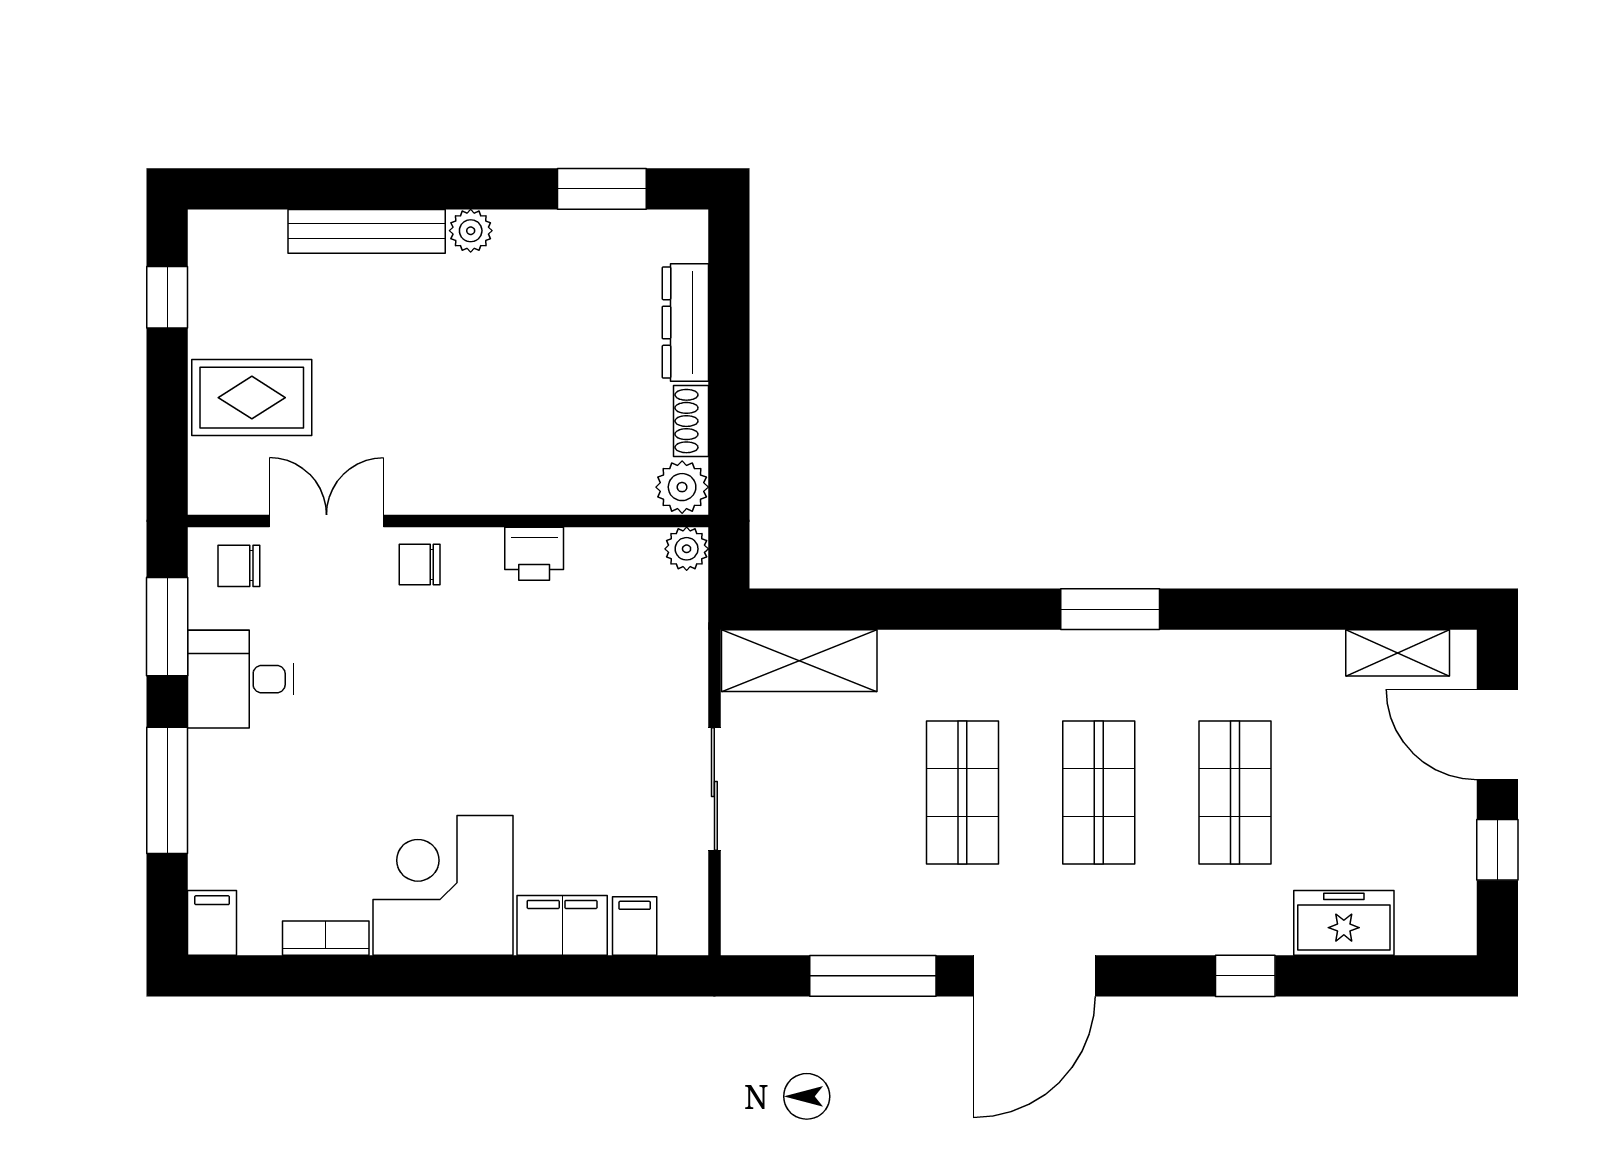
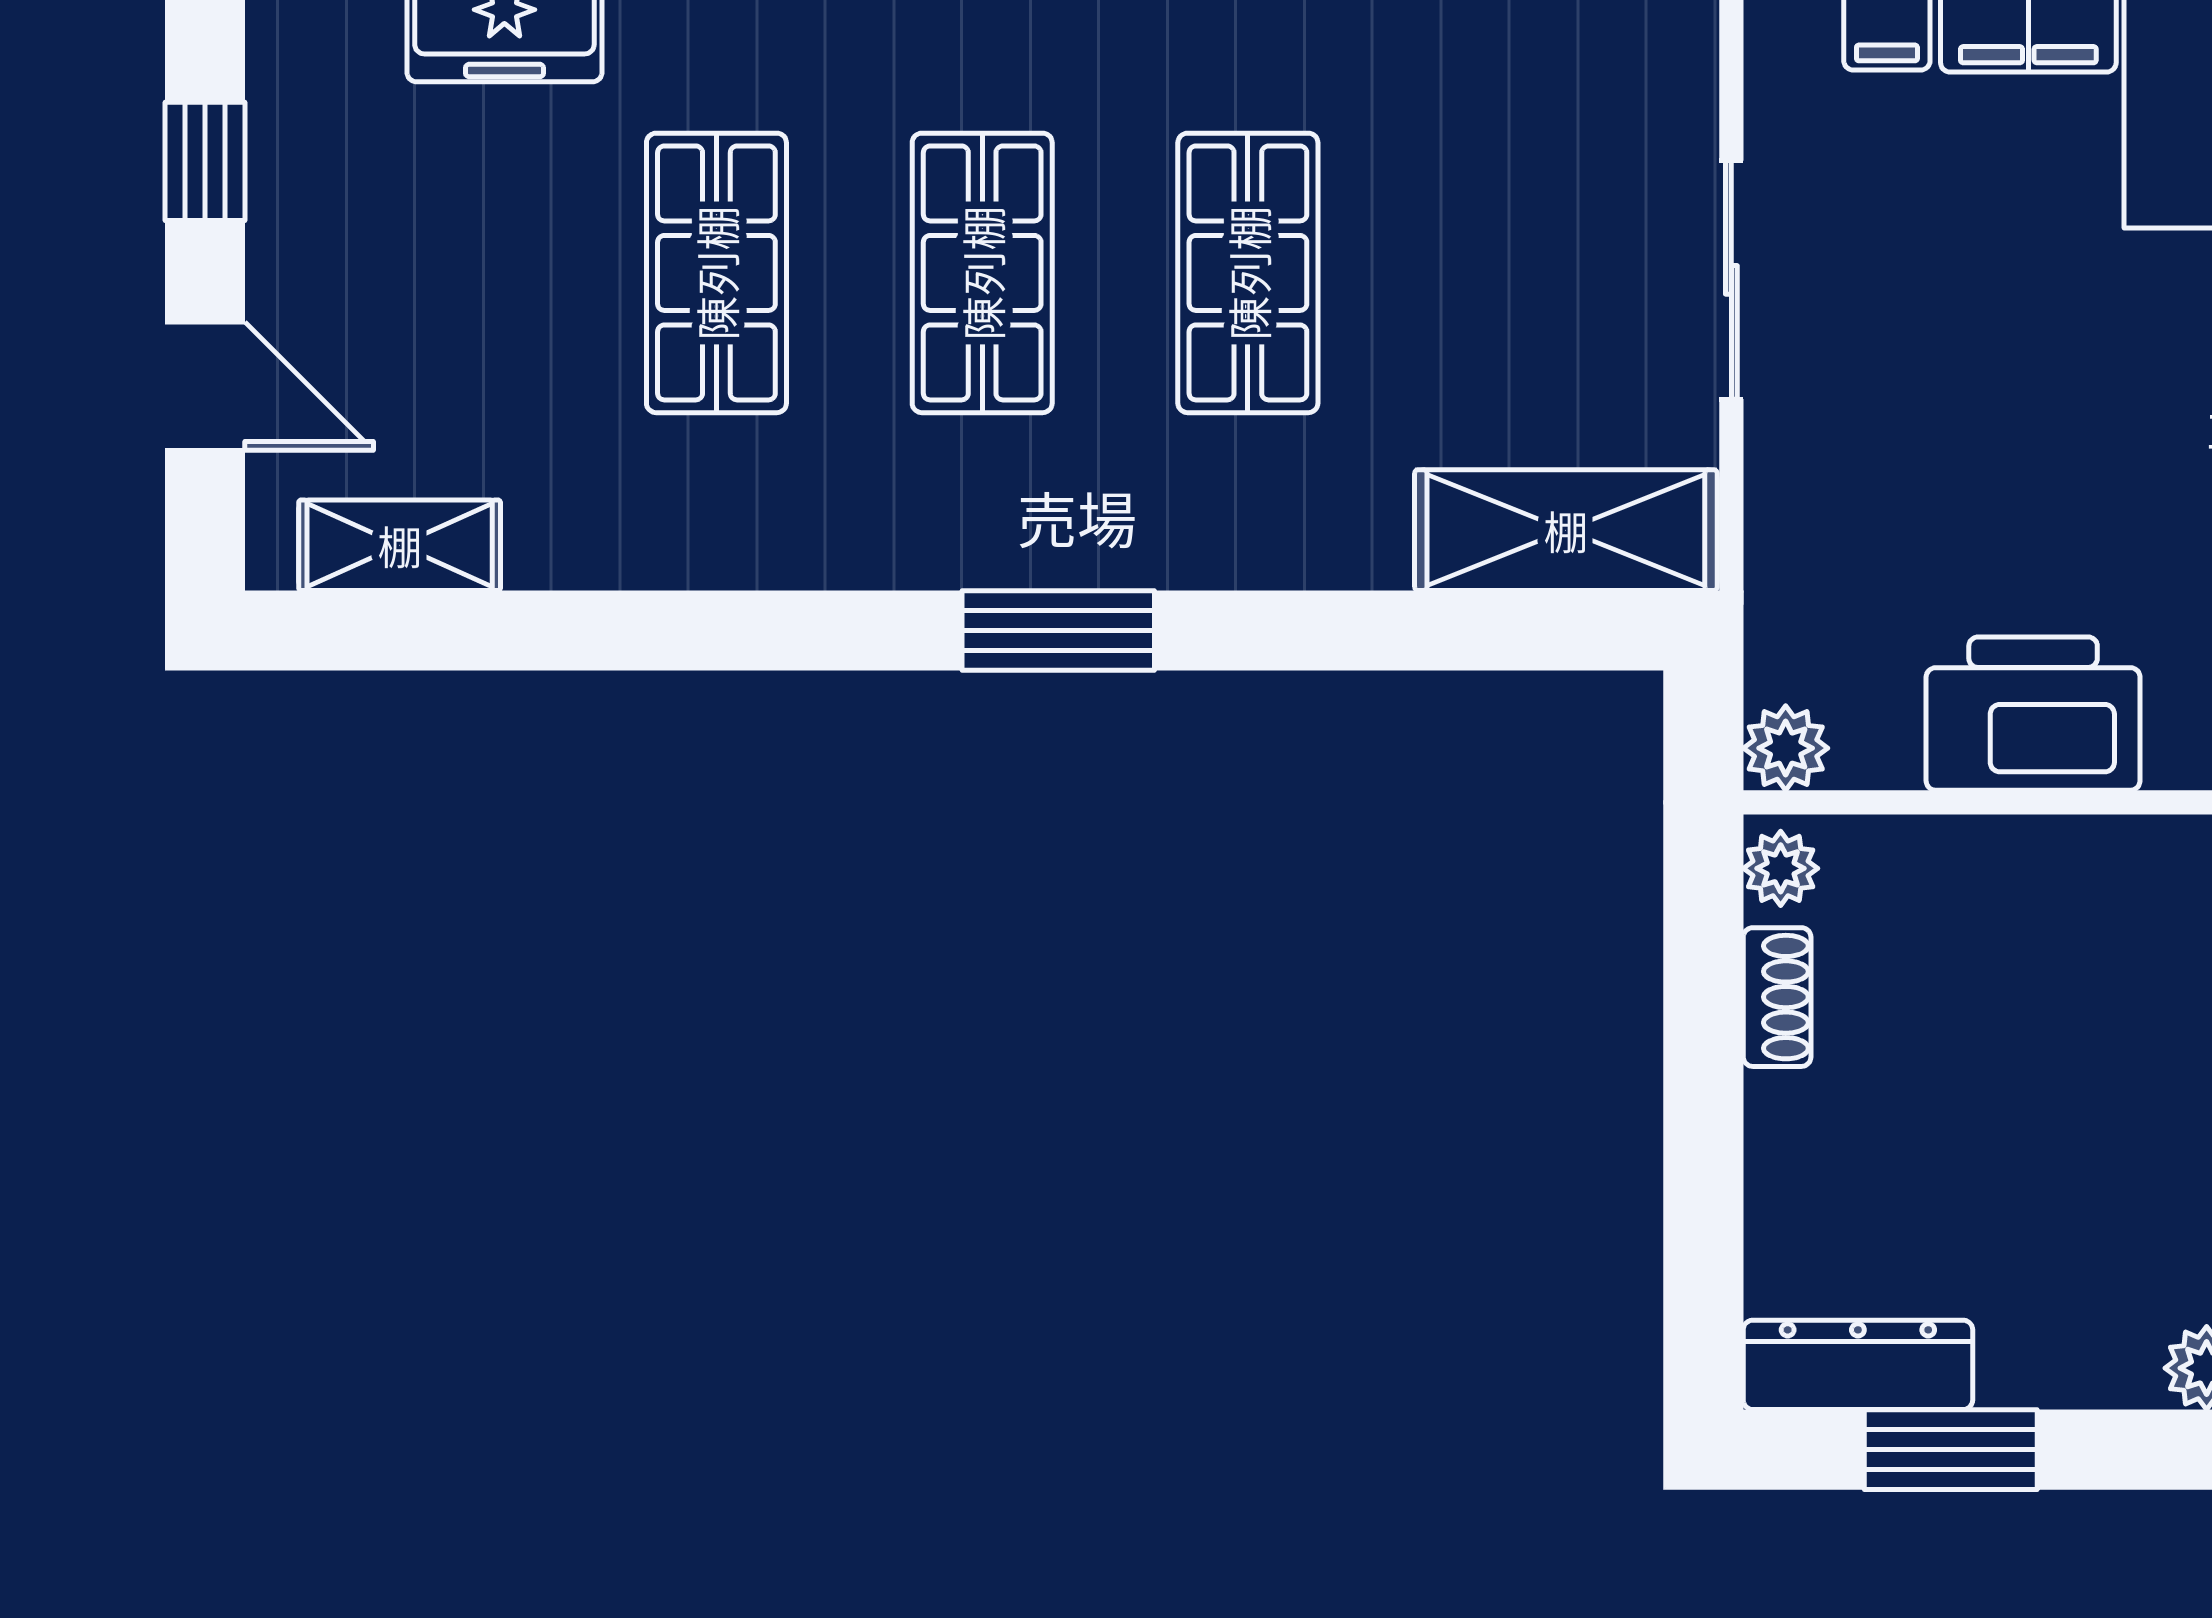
dresser: (685, 323) -> (1858, 1365), moved, turned -90
plant: (682, 487) -> (1781, 868), width x0.73, depth x0.73
printer: (534, 554) -> (2033, 714), width x1.87, depth x1.48
window: (1110, 609) -> (1058, 631), moved
door: (1497, 734) -> (205, 386), width x0.73

